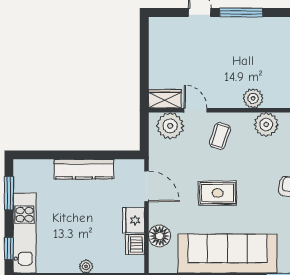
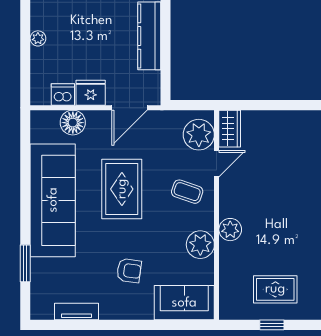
rug: (218, 193) -> (122, 189), width x1.36, depth x1.43

